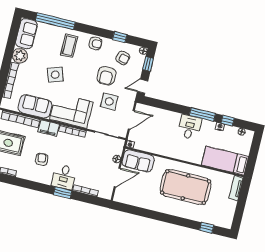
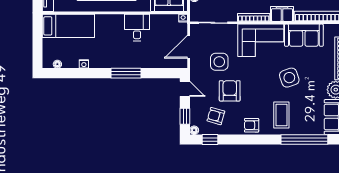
window: (120, 37) -> (210, 139), moved
door: (143, 86) -> (185, 89), hinge flipped
window: (202, 114) -> (126, 73), moved
window: (228, 121) -> (77, 73), removed
desk: (190, 127) -> (137, 28), moved, turned 180

